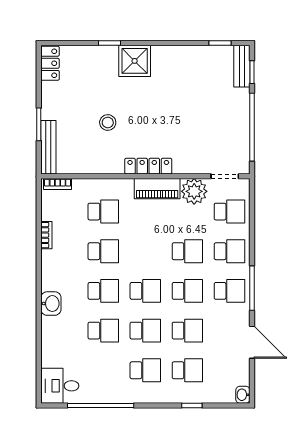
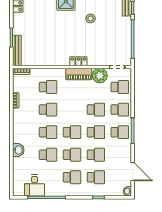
stool: (108, 122) -> (91, 18), moved
locker: (148, 166) -> (78, 61), width x0.66
washbasin: (51, 304) -> (18, 150), moved
door: (252, 342) -> (133, 172), moved
desk: (60, 386) -> (34, 185), moved, turned -90

